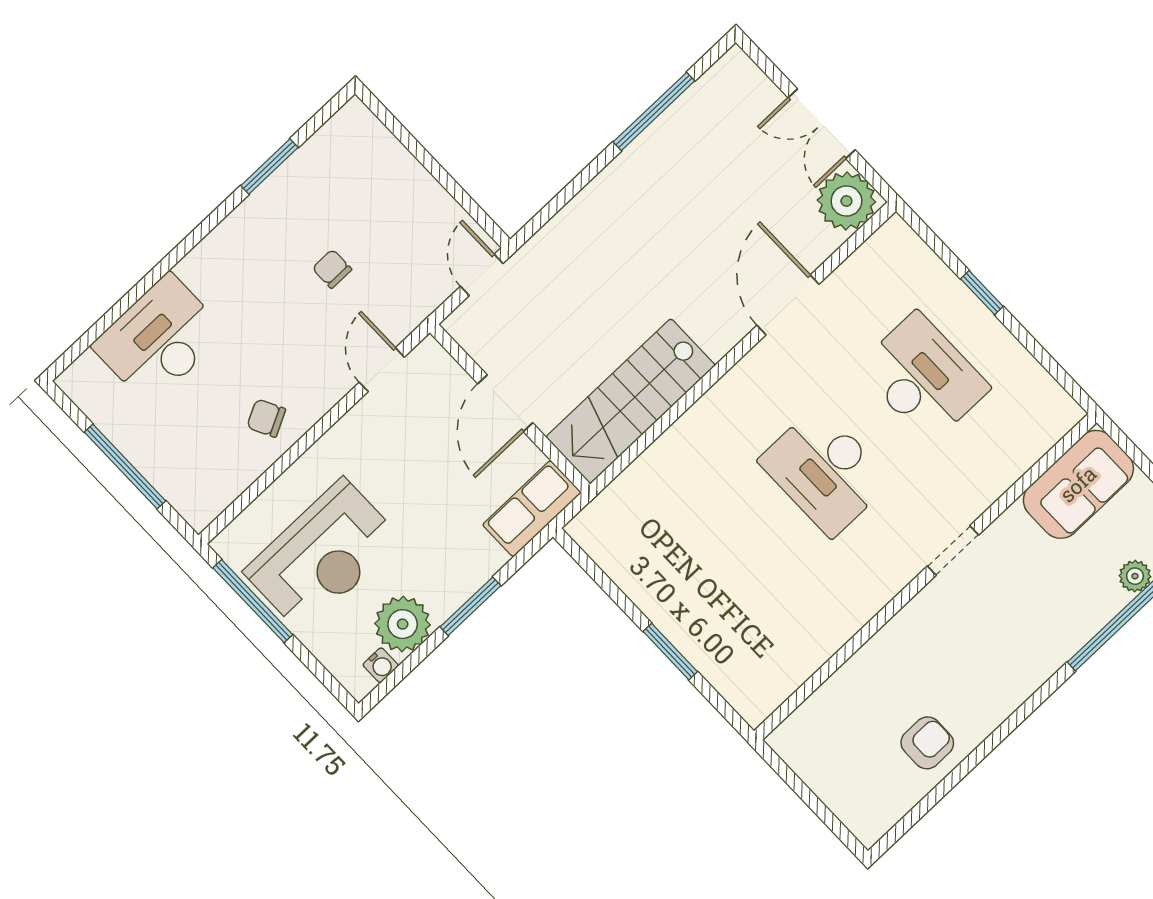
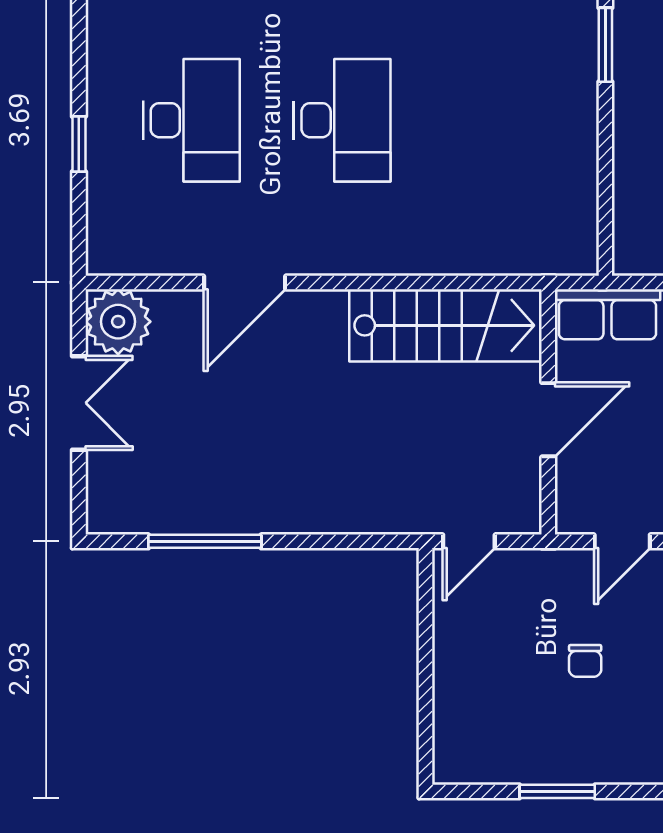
desk: (923, 378) -> (191, 120), turned 180
window: (670, 652) -> (605, 45), moved

